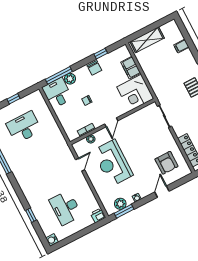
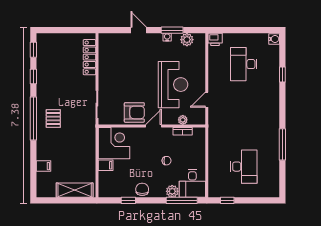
filing cabinet: (131, 68) -> (106, 165), width x0.50
window: (14, 99) -> (227, 200), moved
desk: (24, 127) -> (244, 167), turned -90
armchair: (167, 163) -> (134, 112), moved, turned 90
door: (162, 192) -> (139, 30), swing flipped
desk: (66, 208) -> (244, 64), turned 180
window: (124, 211) -> (172, 30), moved

